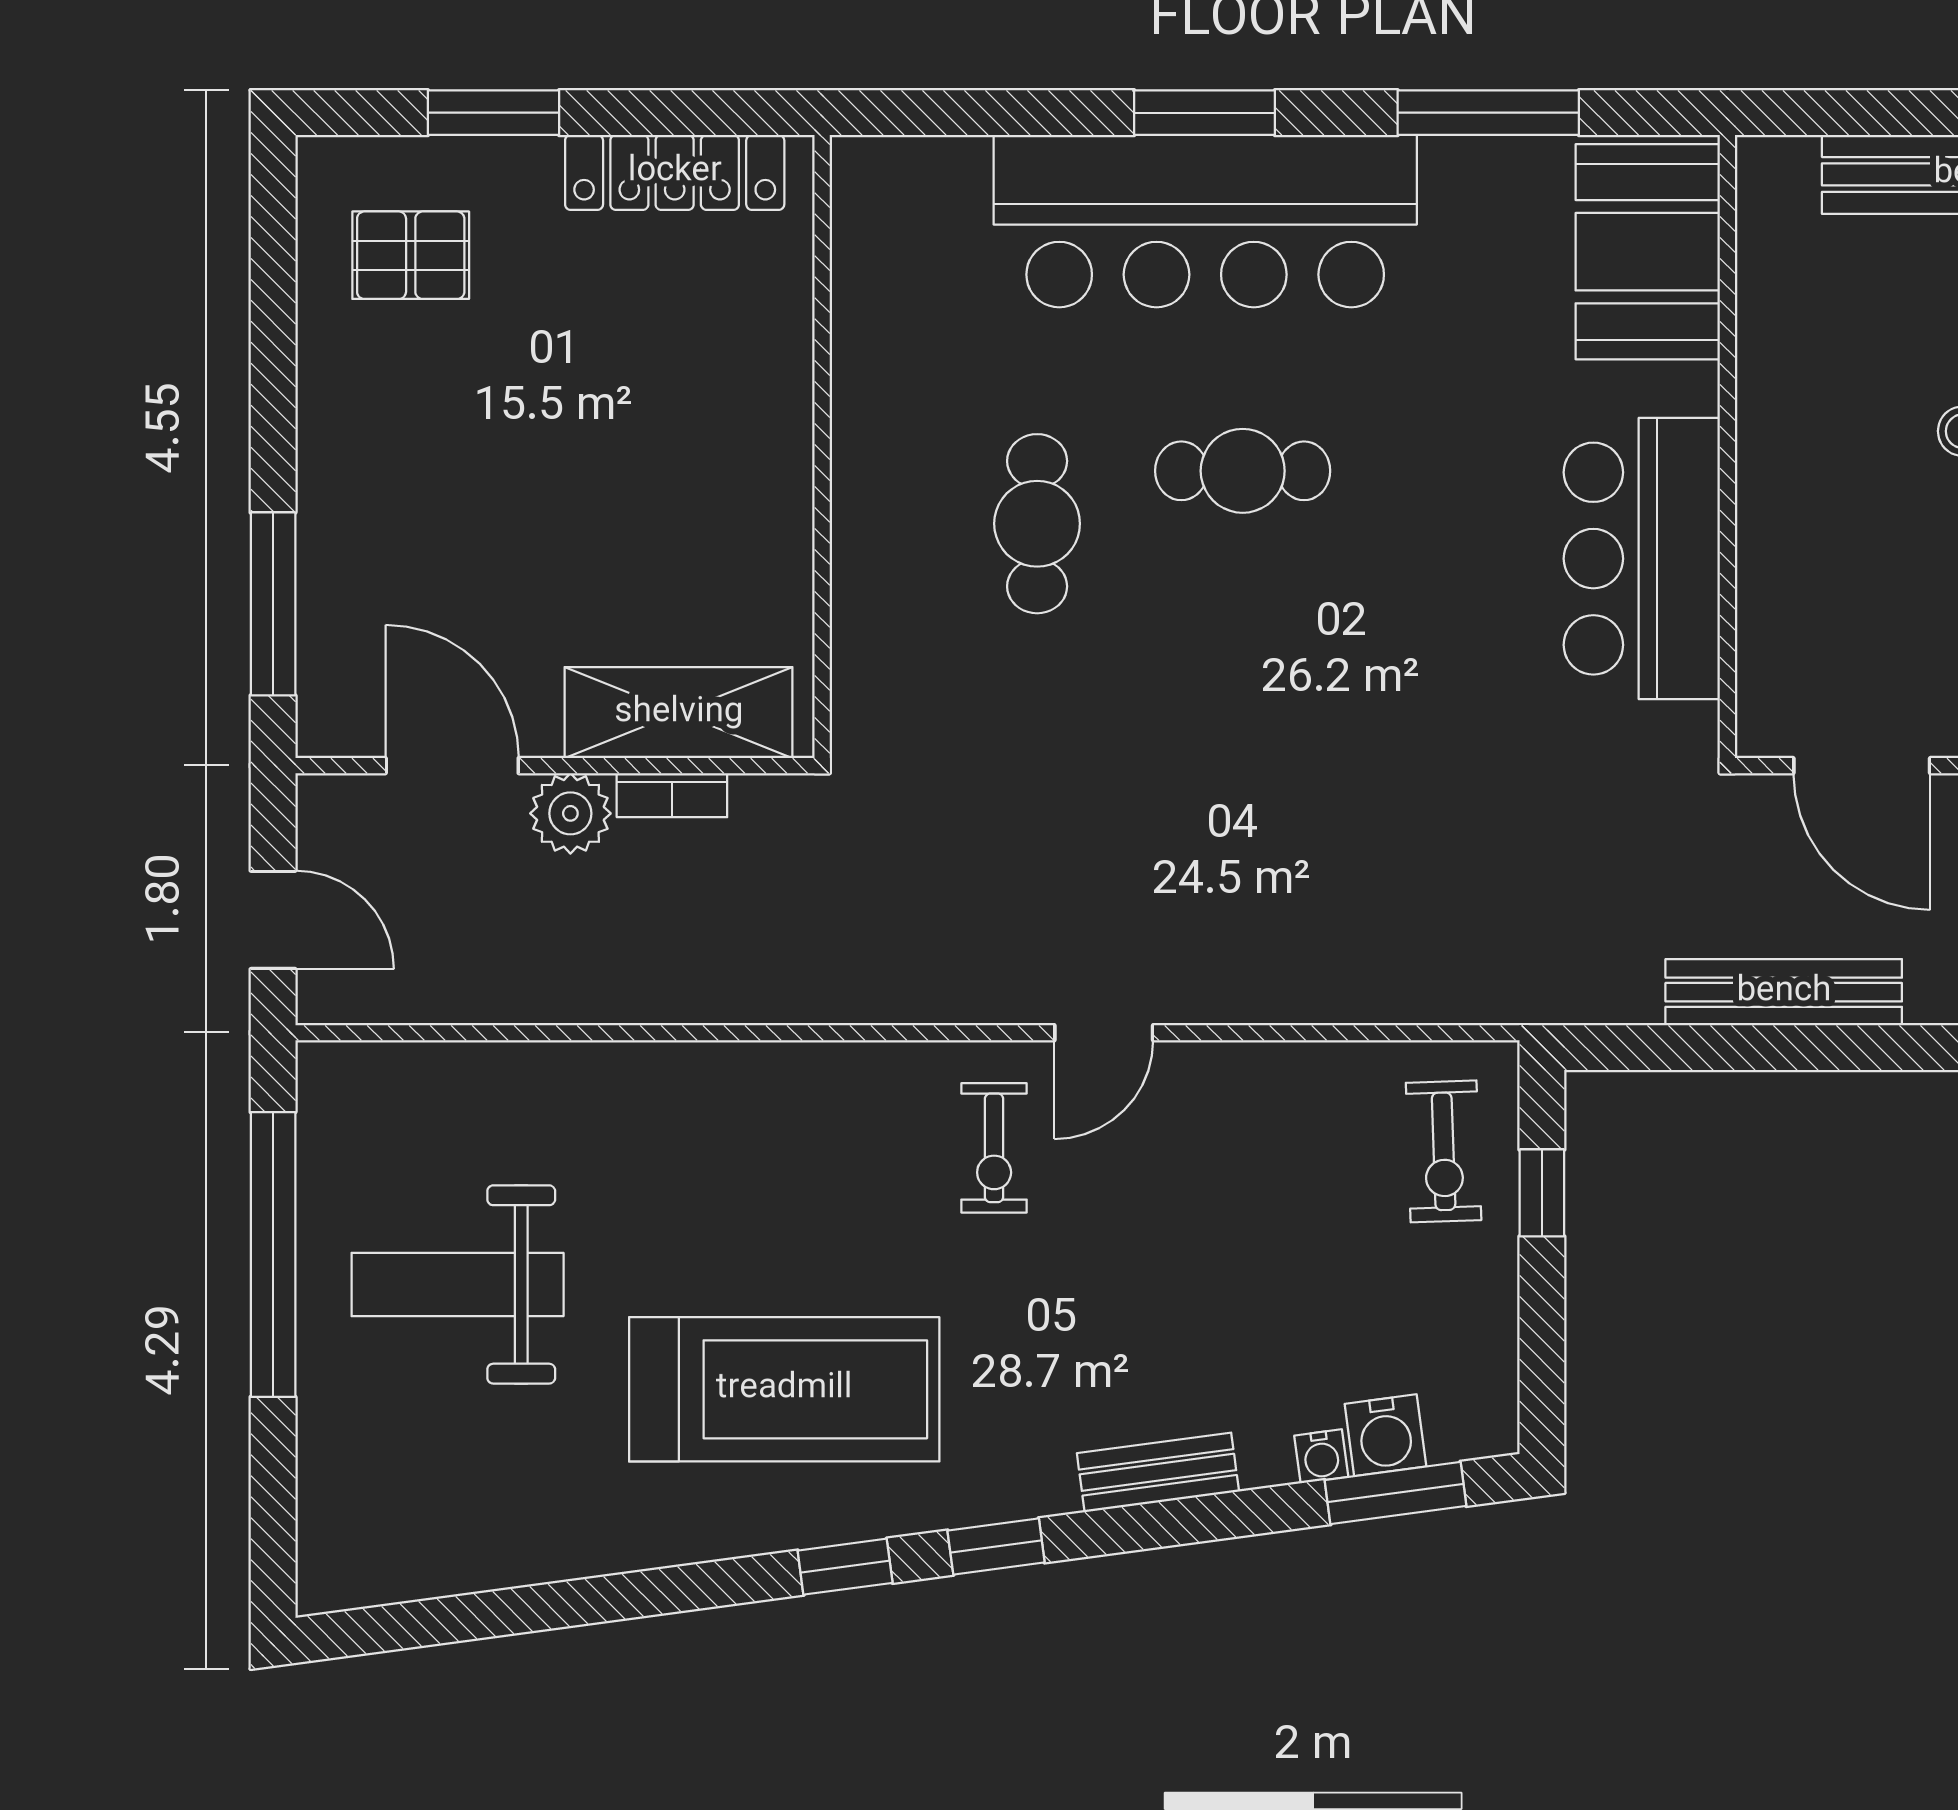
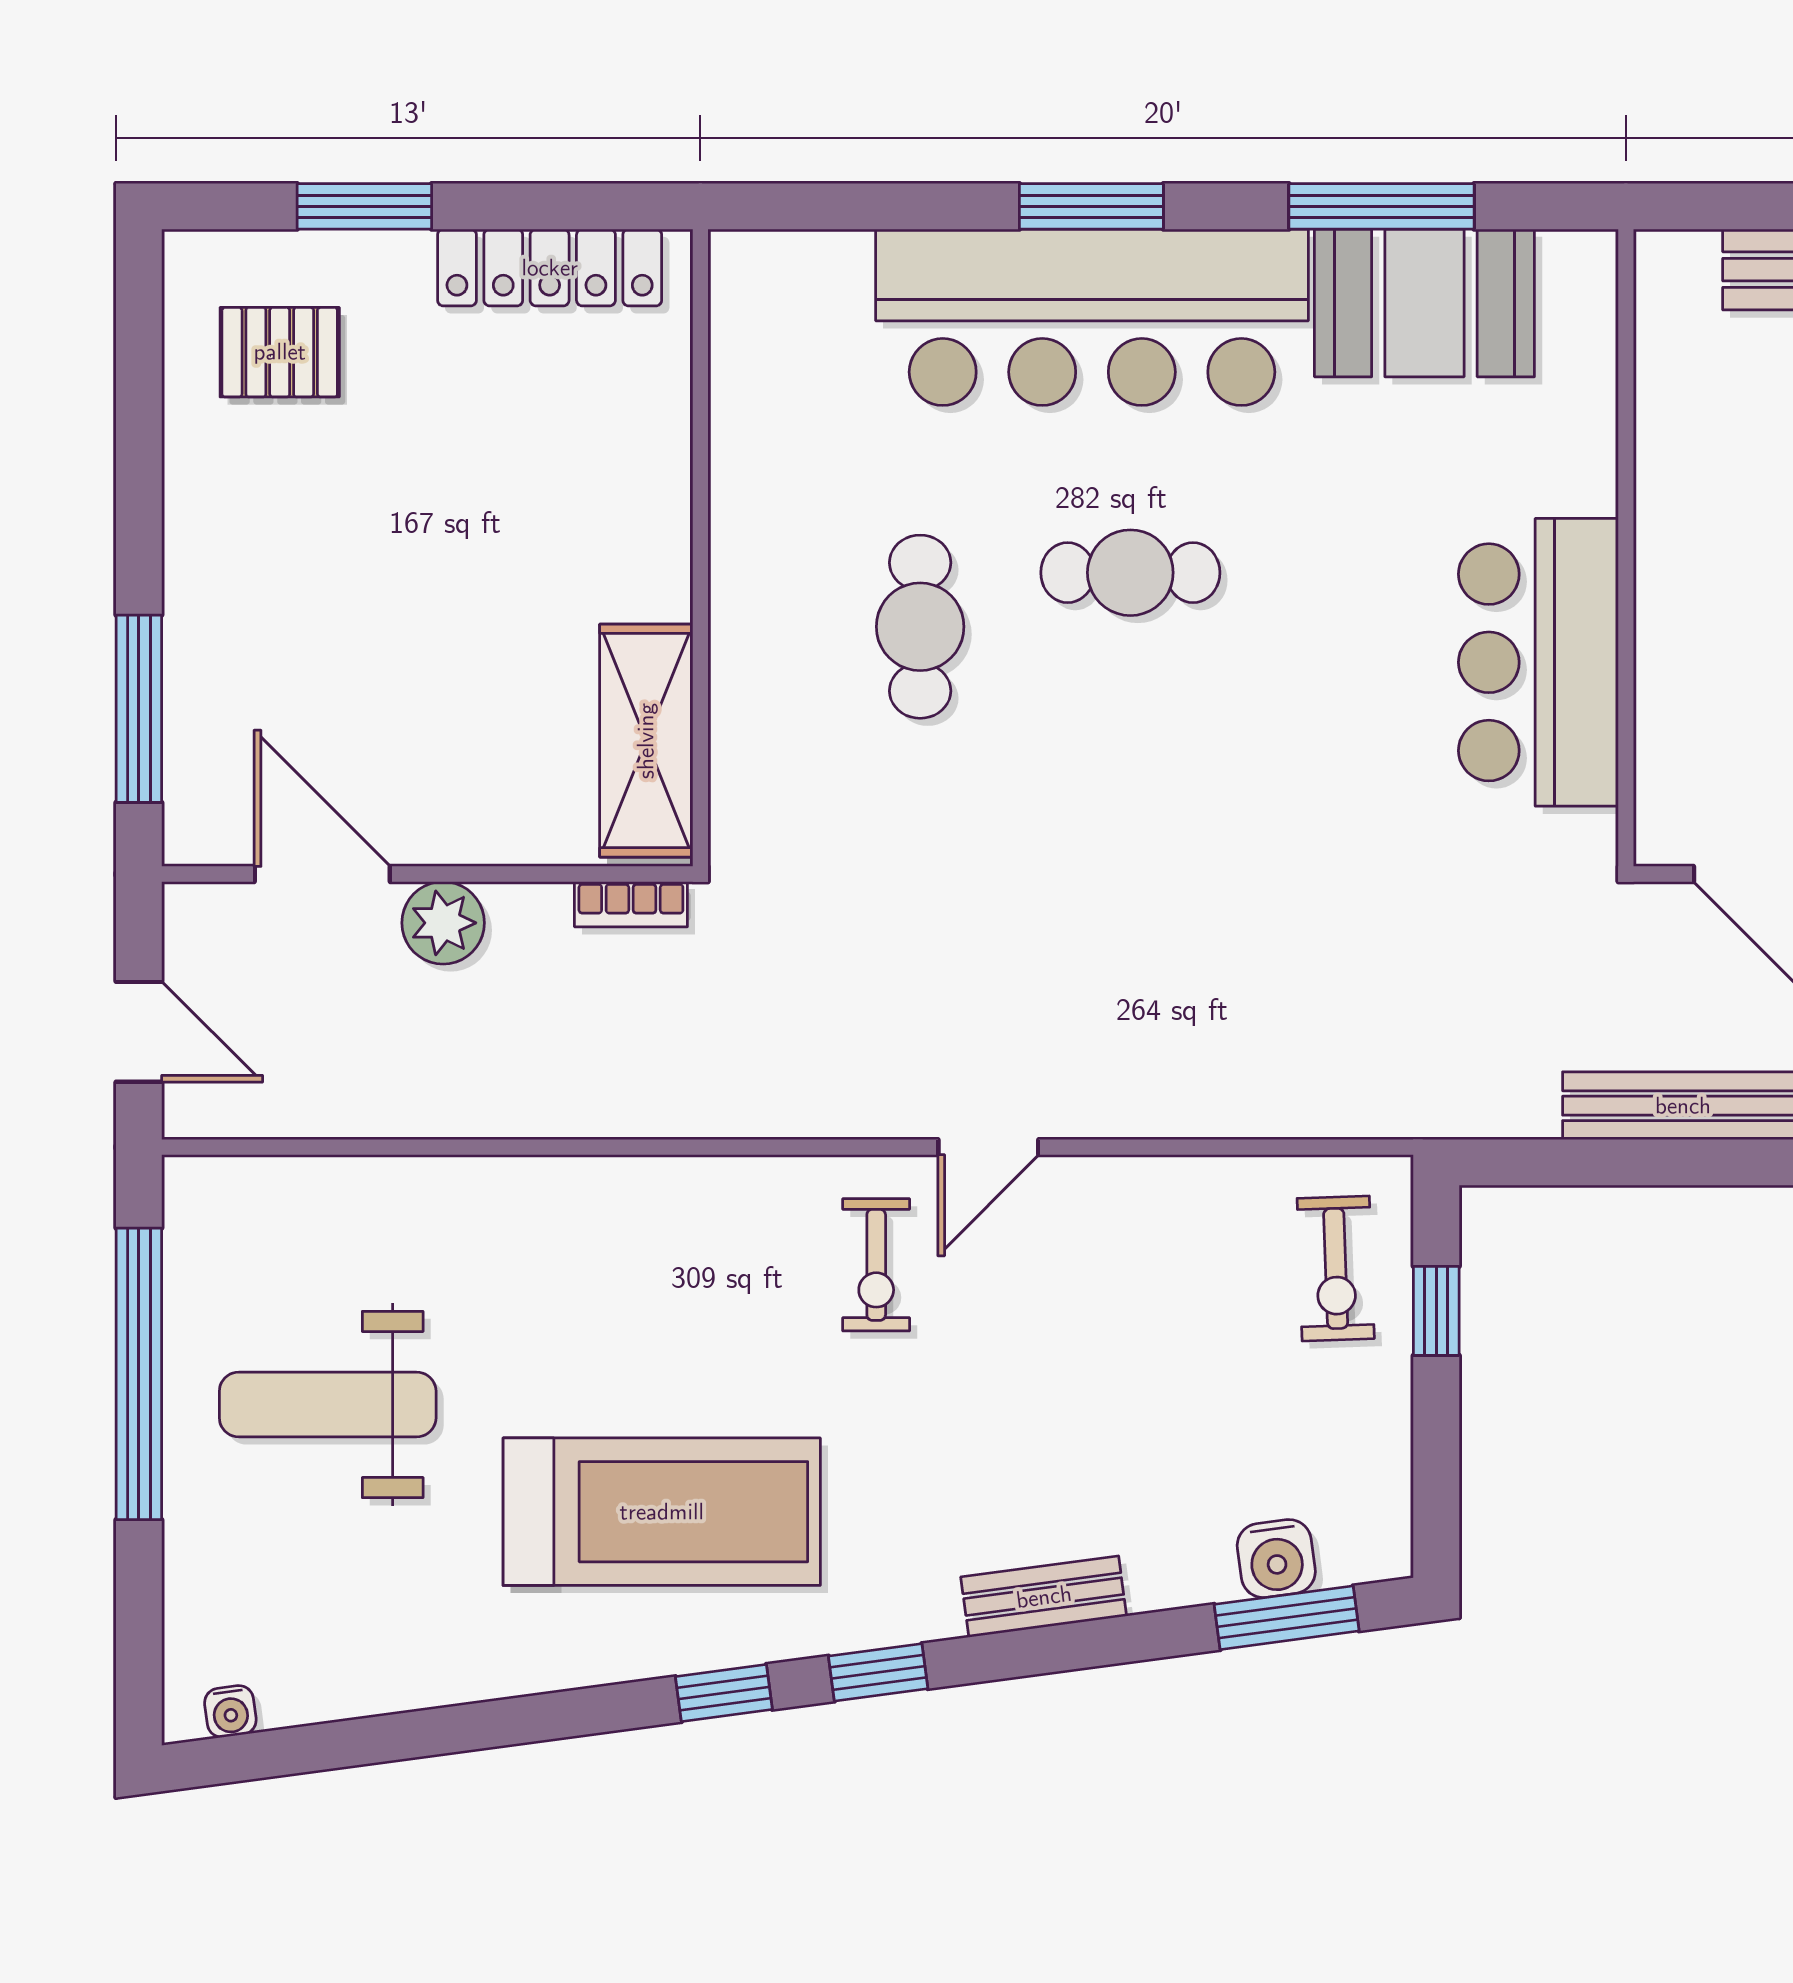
booth: (1648, 252) -> (1424, 303), moved, turned 90
shelving: (679, 713) -> (646, 741), moved, turned 90
bookcase: (672, 795) -> (631, 904), moved
water cooler: (1321, 1456) -> (230, 1711), moved

